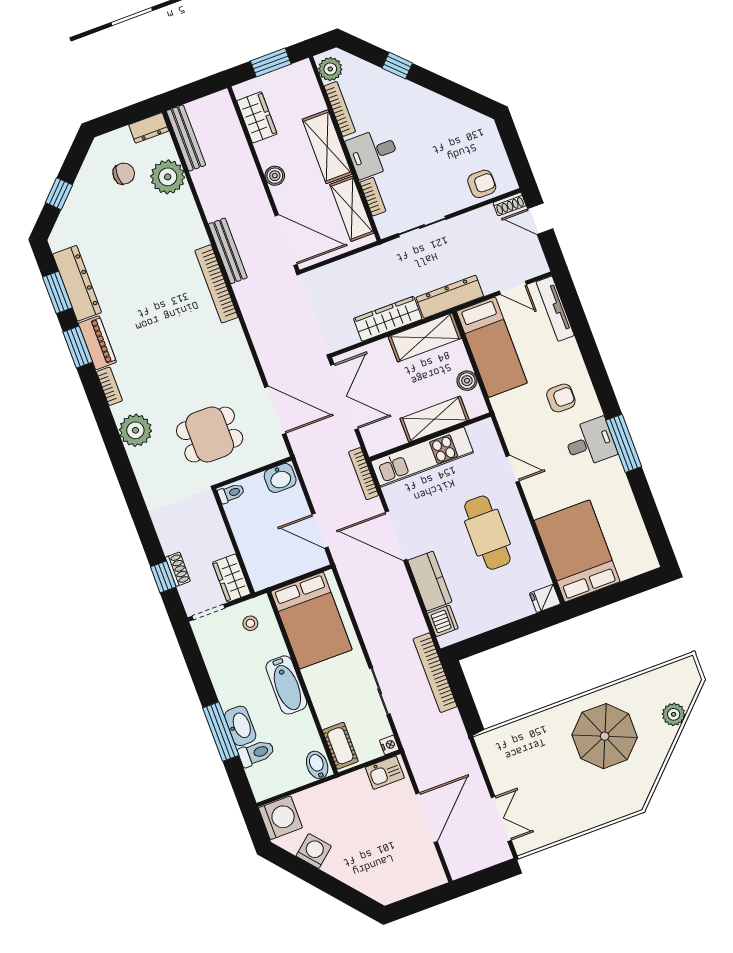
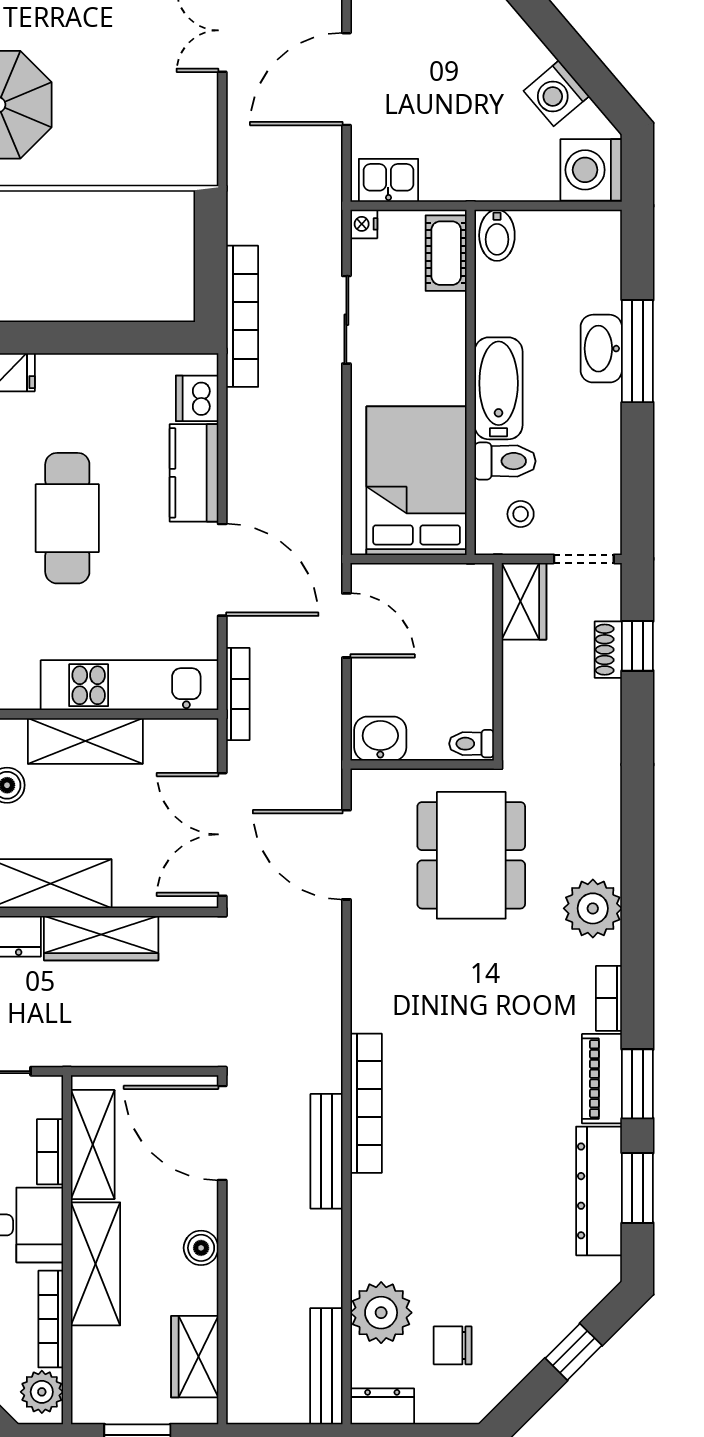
dining table: (210, 434) -> (471, 855), width x1.38
toilet: (256, 753) -> (505, 461), moved, turned 180

